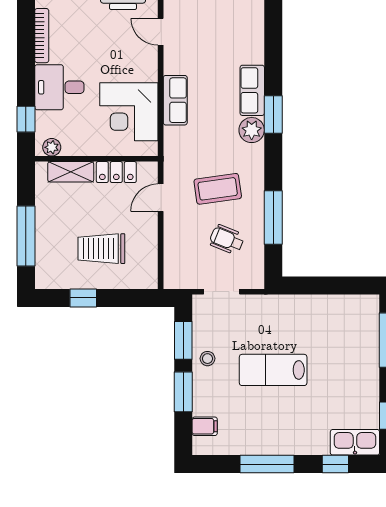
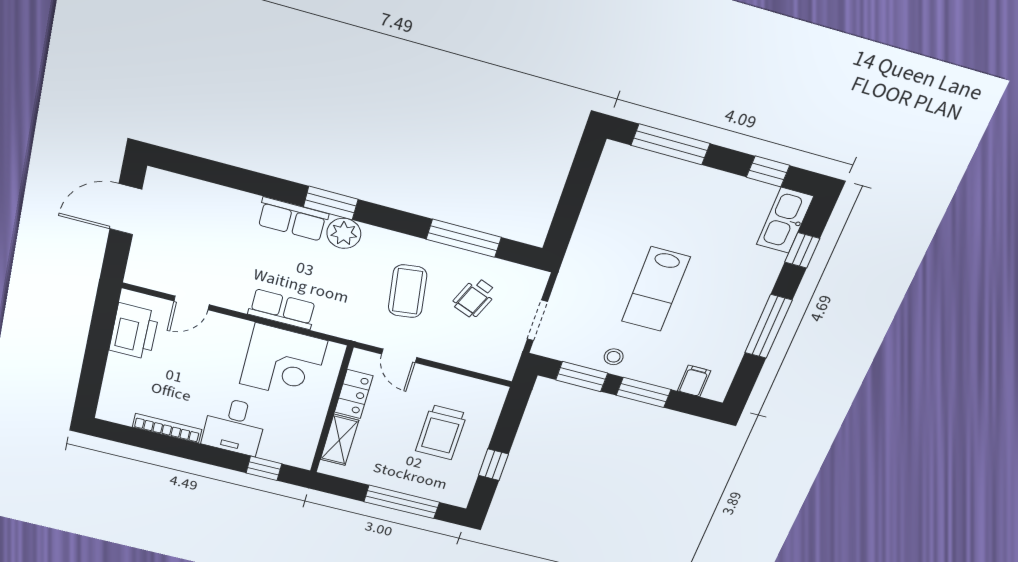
plant: (52, 147) -> (305, 451), removed

